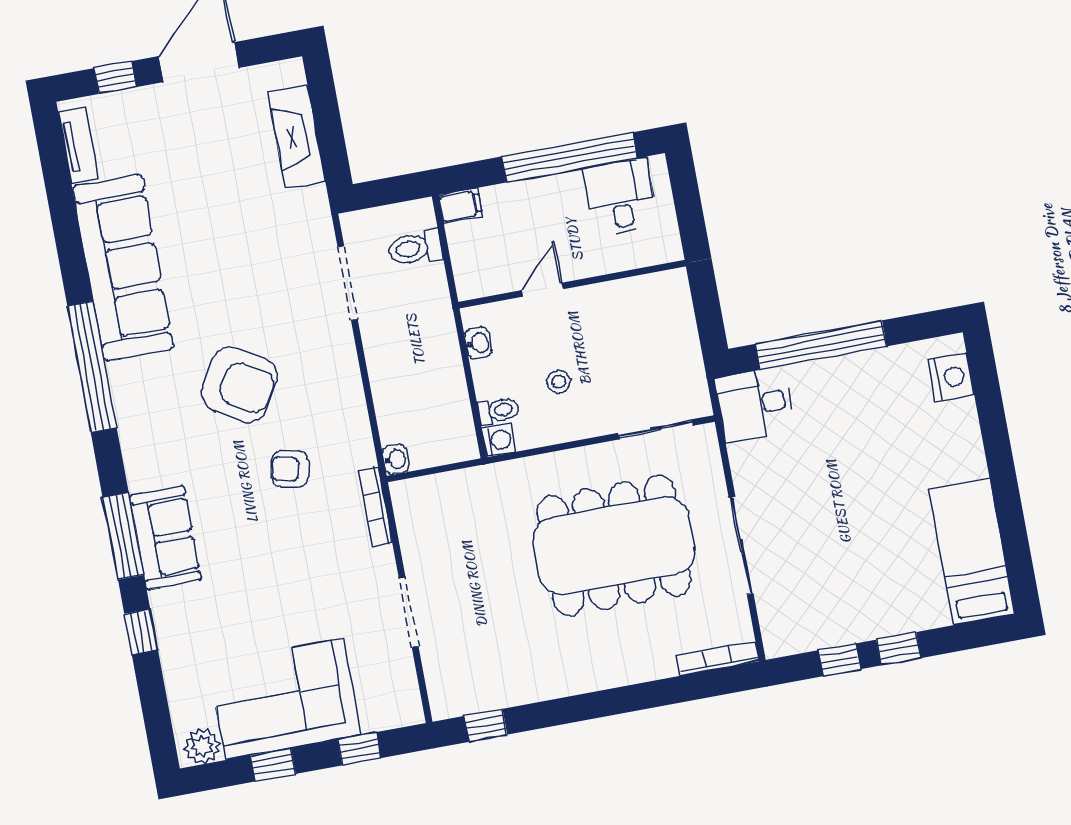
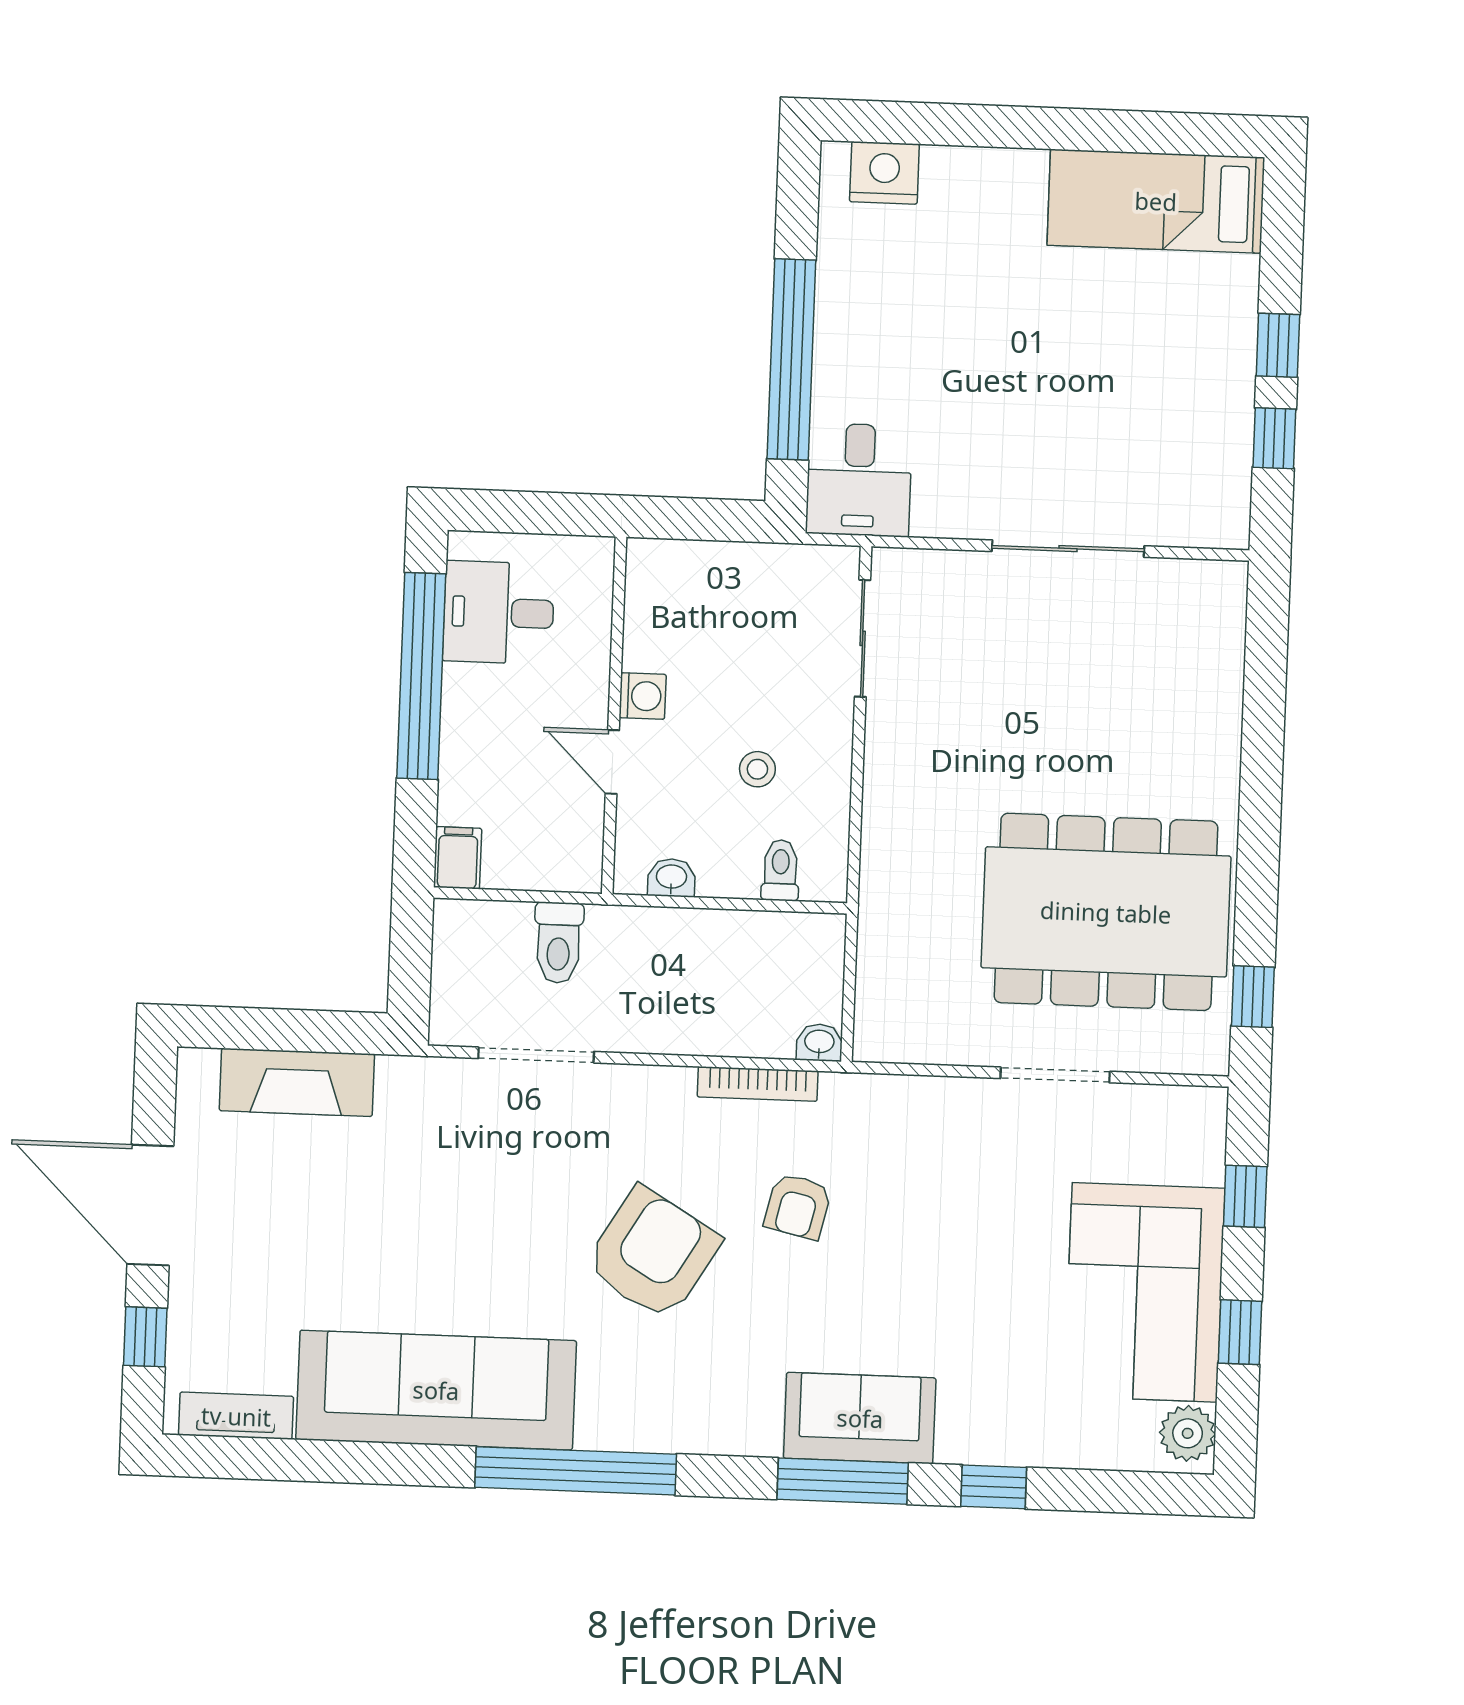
toilet: (415, 248) -> (558, 943), moved
washing machine: (499, 440) -> (643, 696), moved, turned 90
bookcase: (376, 507) -> (758, 1084), moved
dining table: (614, 546) -> (1106, 912), moved, turned 90
bookcase: (718, 658) -> (1231, 622), removed

